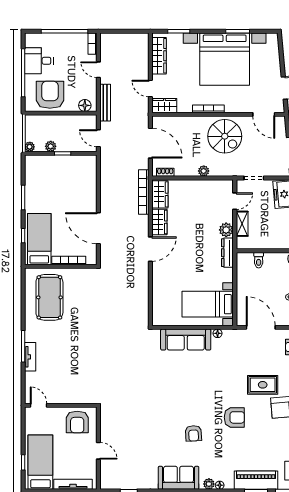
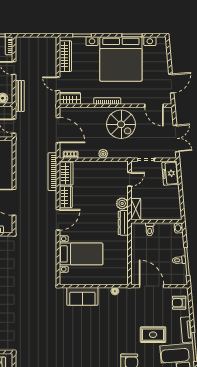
shelving: (242, 224) -> (136, 209), moved
bed with nightstands: (208, 304) -> (81, 254), moved, turned 180
sofa: (186, 340) -> (82, 296), width x0.73

